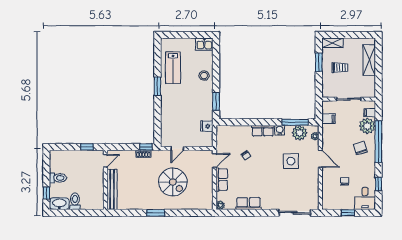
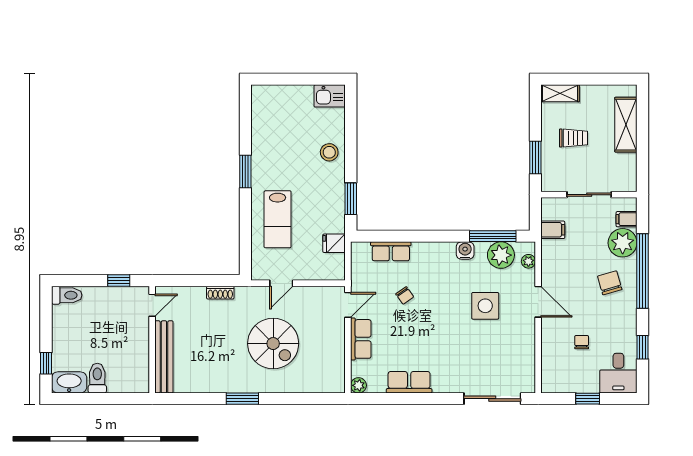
window: (319, 62) -> (535, 158), moved
lab bench: (173, 68) -> (278, 219), moved
row of seats: (263, 131) -> (391, 251), moved
window: (146, 147) -> (225, 280), removed
toilet: (58, 178) -> (67, 295), moved

